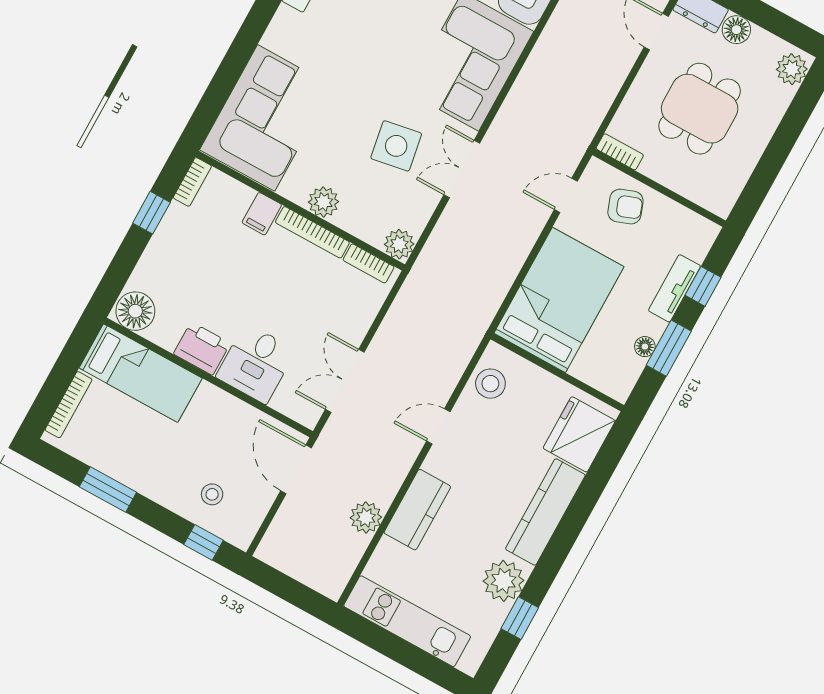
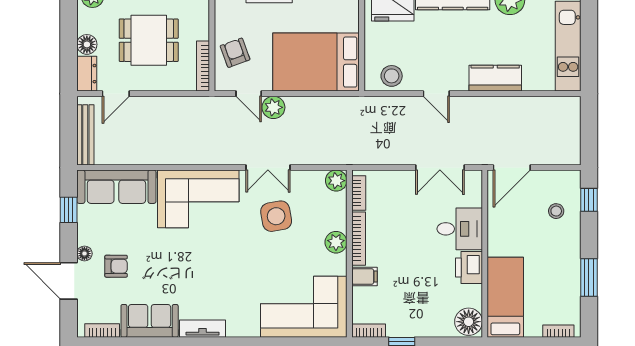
bookcase: (620, 152) -> (203, 66), width x1.56
bookcase: (69, 405) -> (558, 331), width x0.64
plant: (366, 517) -> (273, 107), moved

